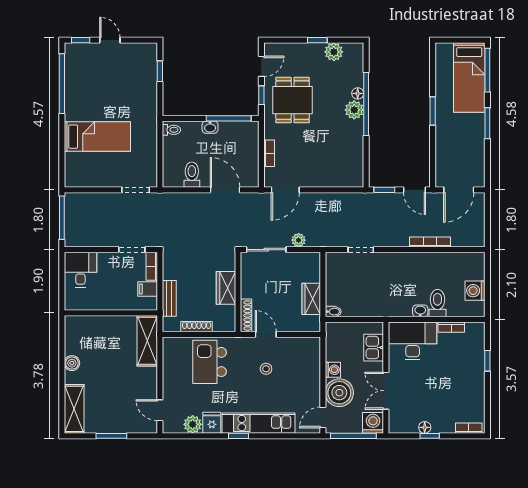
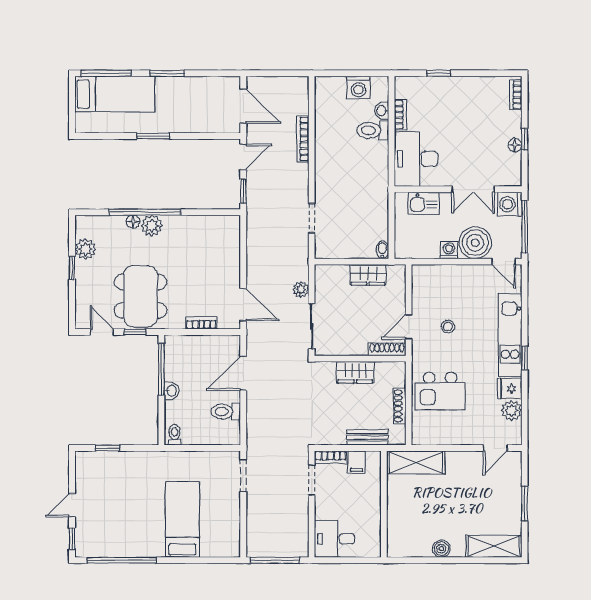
dining table: (293, 100) -> (141, 296), width x1.38
washbasin: (420, 311) -> (382, 111), moved

